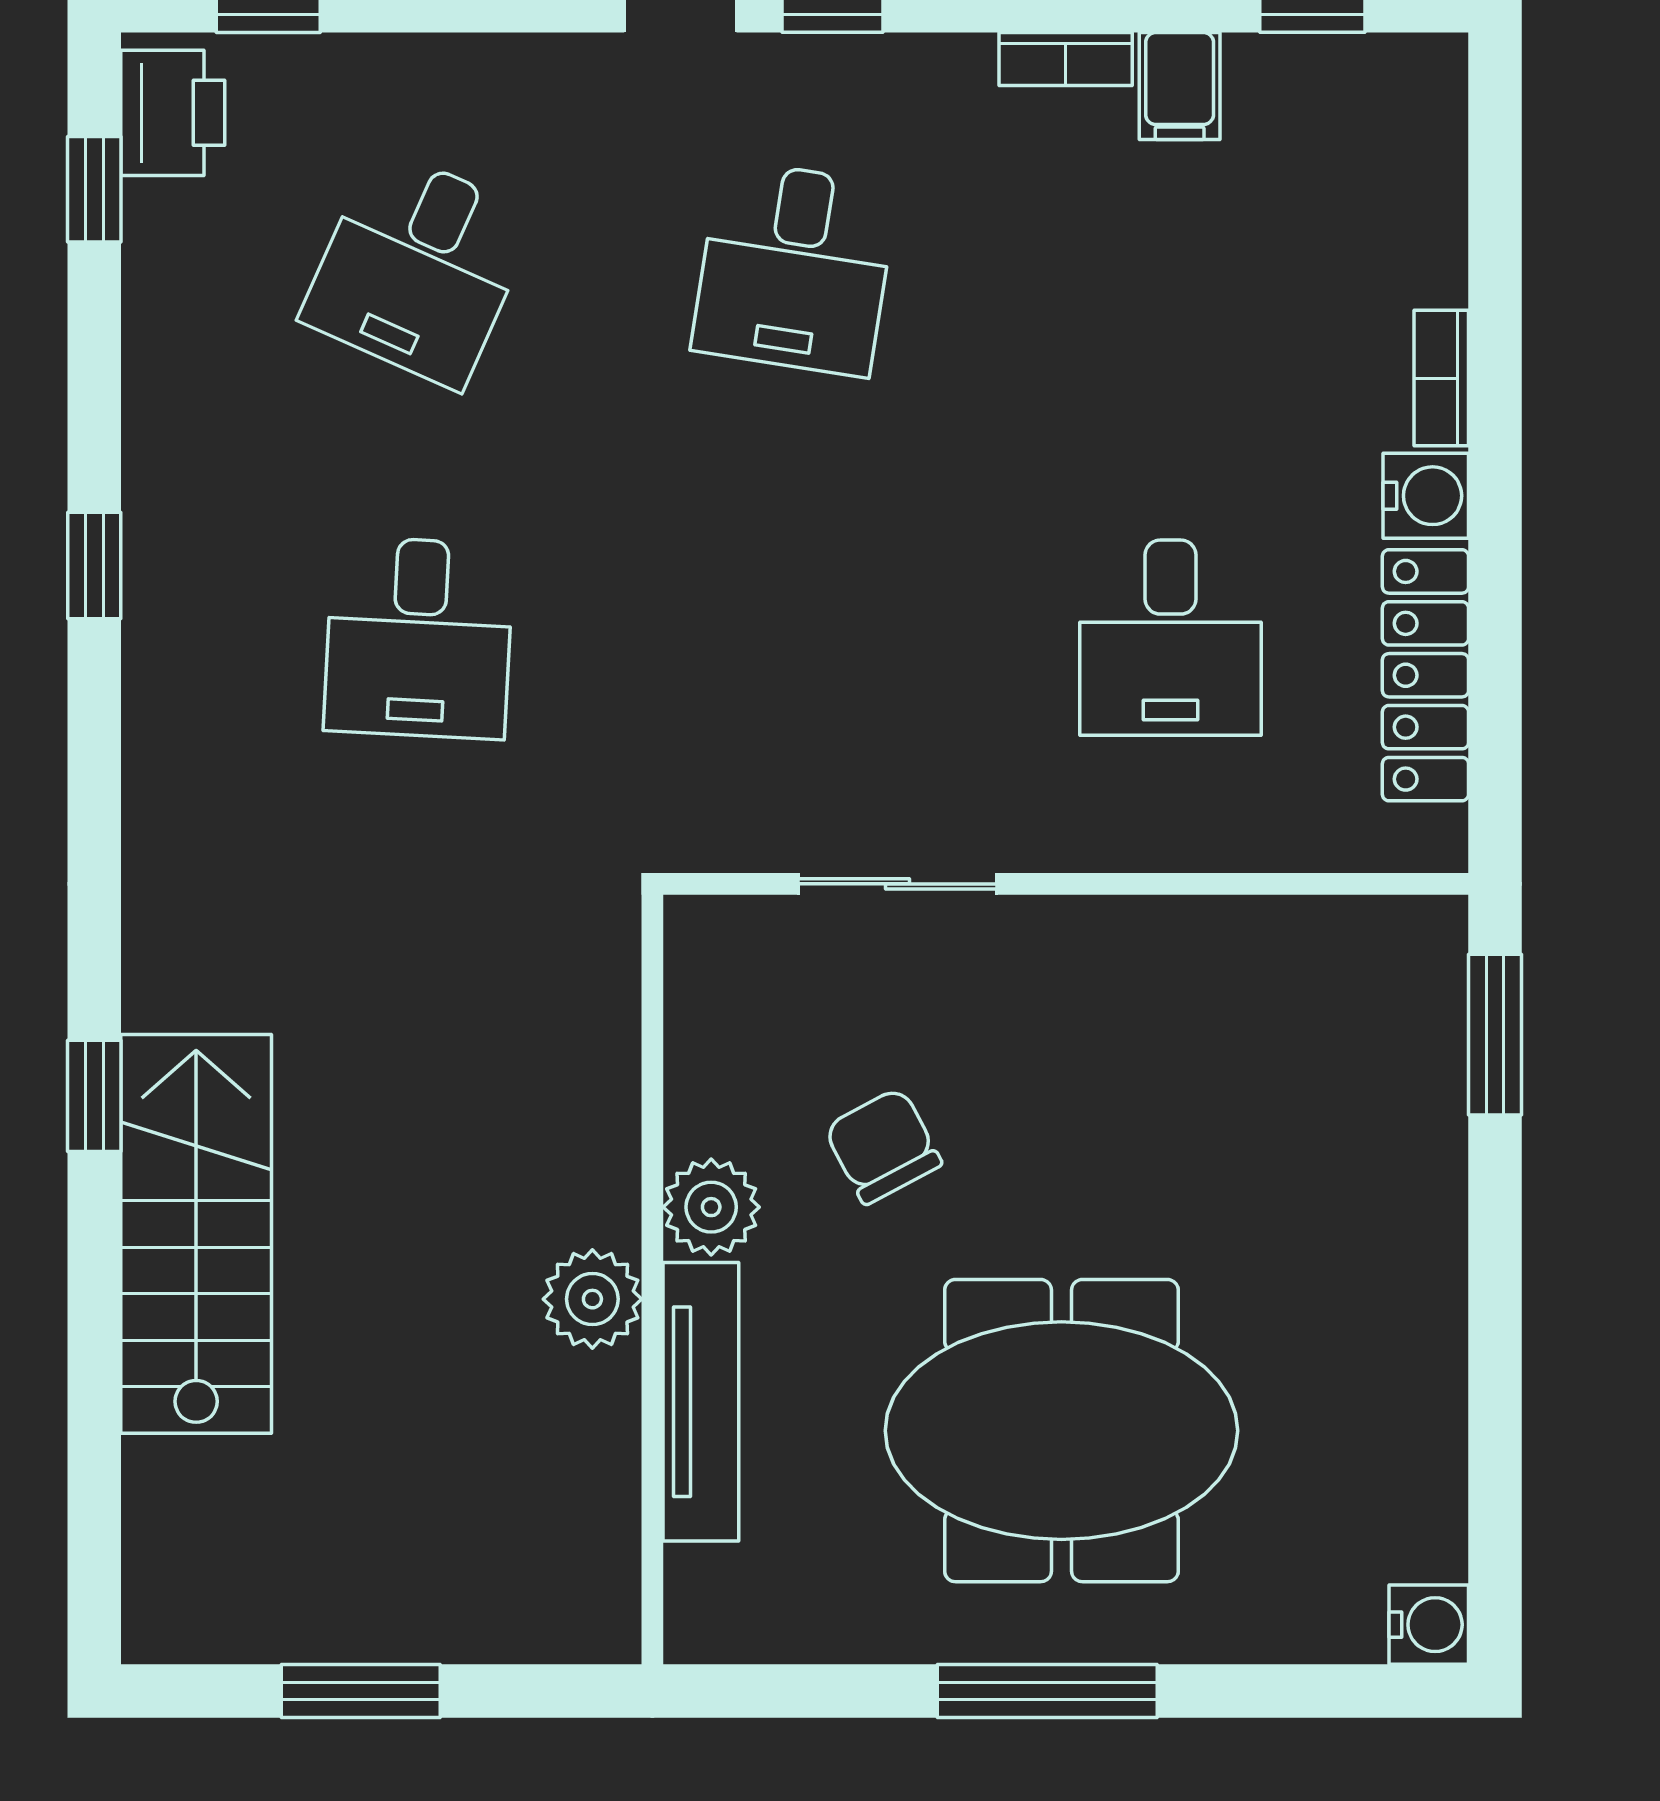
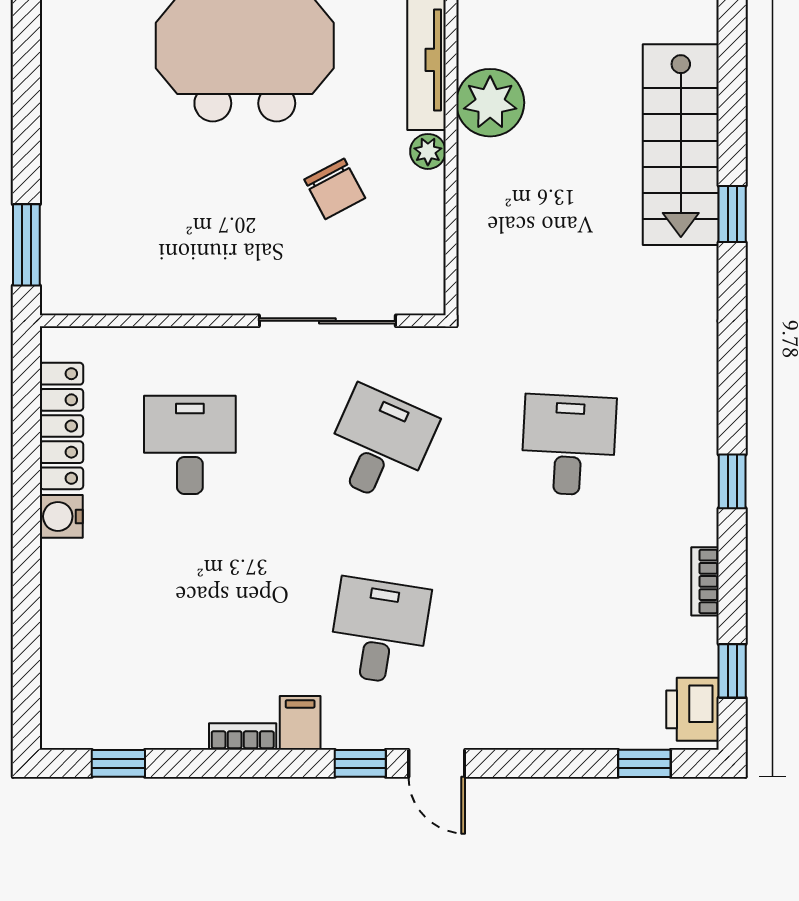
filing cabinet: (1180, 86) -> (300, 723), moved
desk: (419, 268) -> (379, 445), moved
bookcase: (1441, 378) -> (705, 581), moved, turned 180
sliding door: (898, 884) -> (327, 321), width x1.37
plant: (711, 1207) -> (428, 151), width x0.73, depth x0.73
plant: (592, 1299) -> (490, 103), width x1.36, depth x1.36

